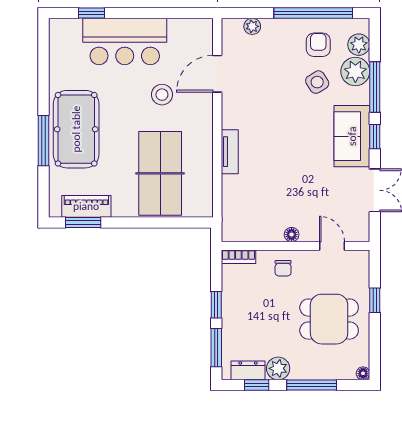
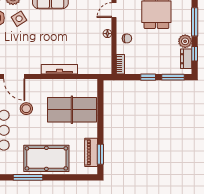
window: (43, 141) -> (28, 177), moved
tv unit: (230, 152) -> (59, 69), width x1.41

